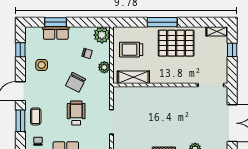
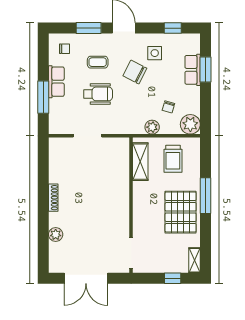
trolley: (131, 50) -> (173, 159), turned 180
chair: (76, 82) -> (135, 72), moved
coffee table: (36, 116) -> (98, 62), moved

